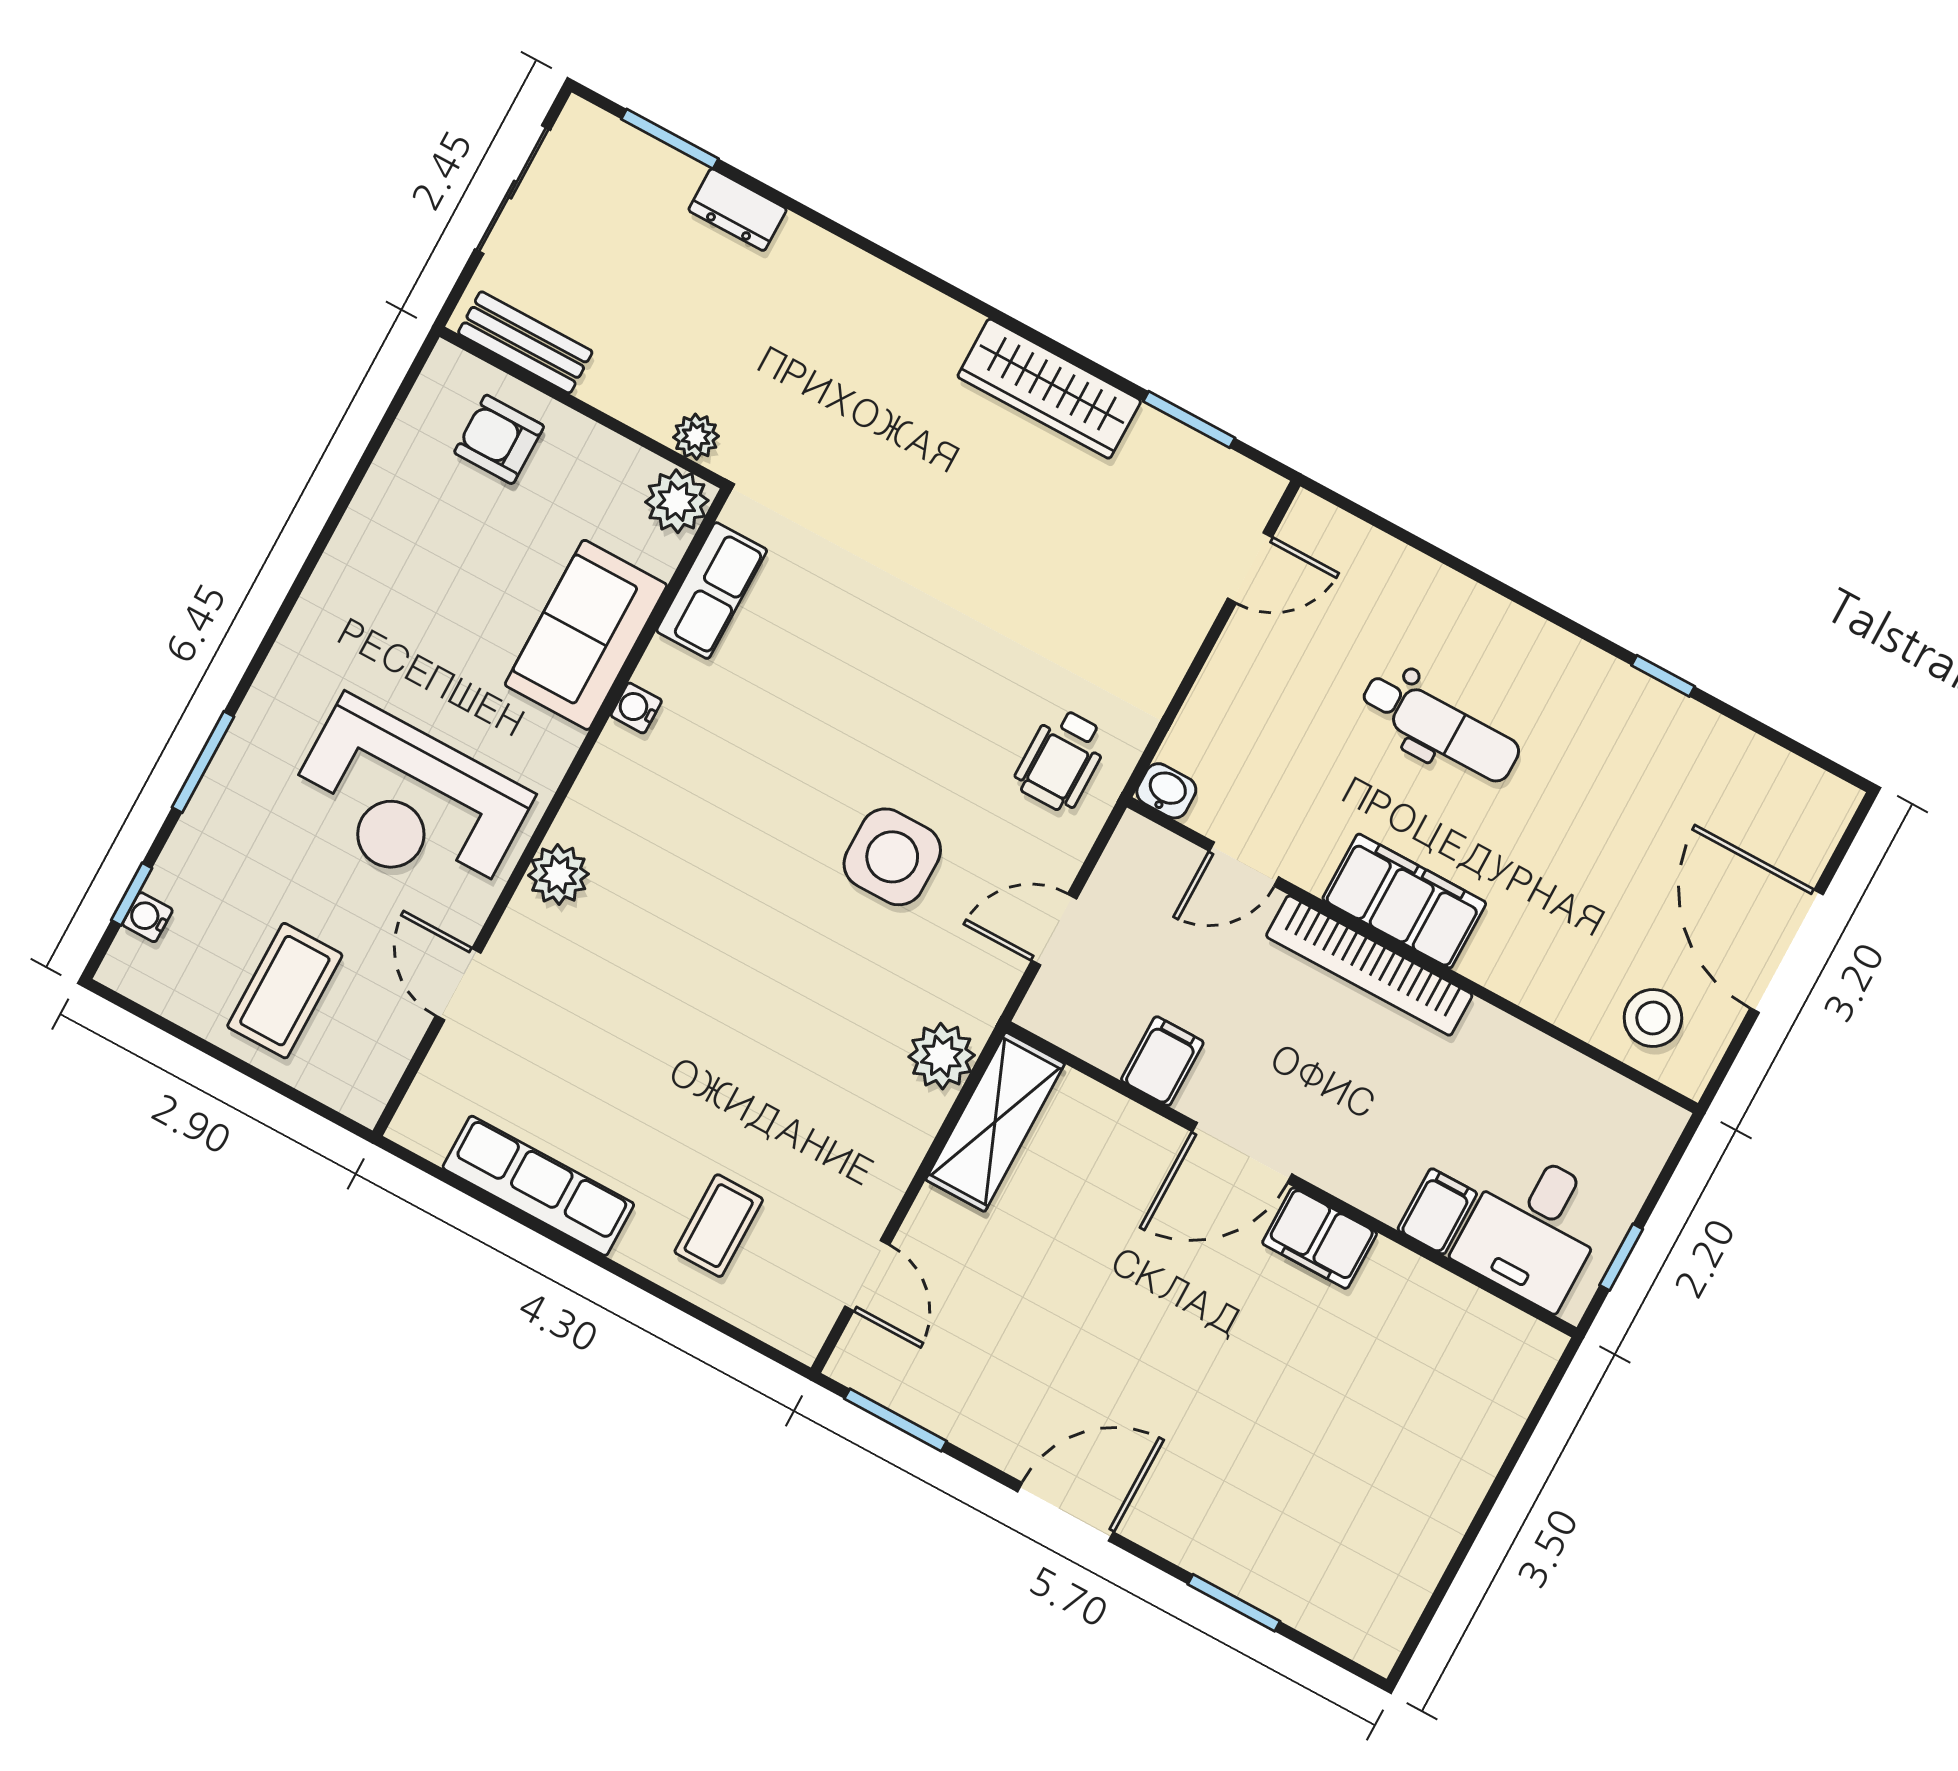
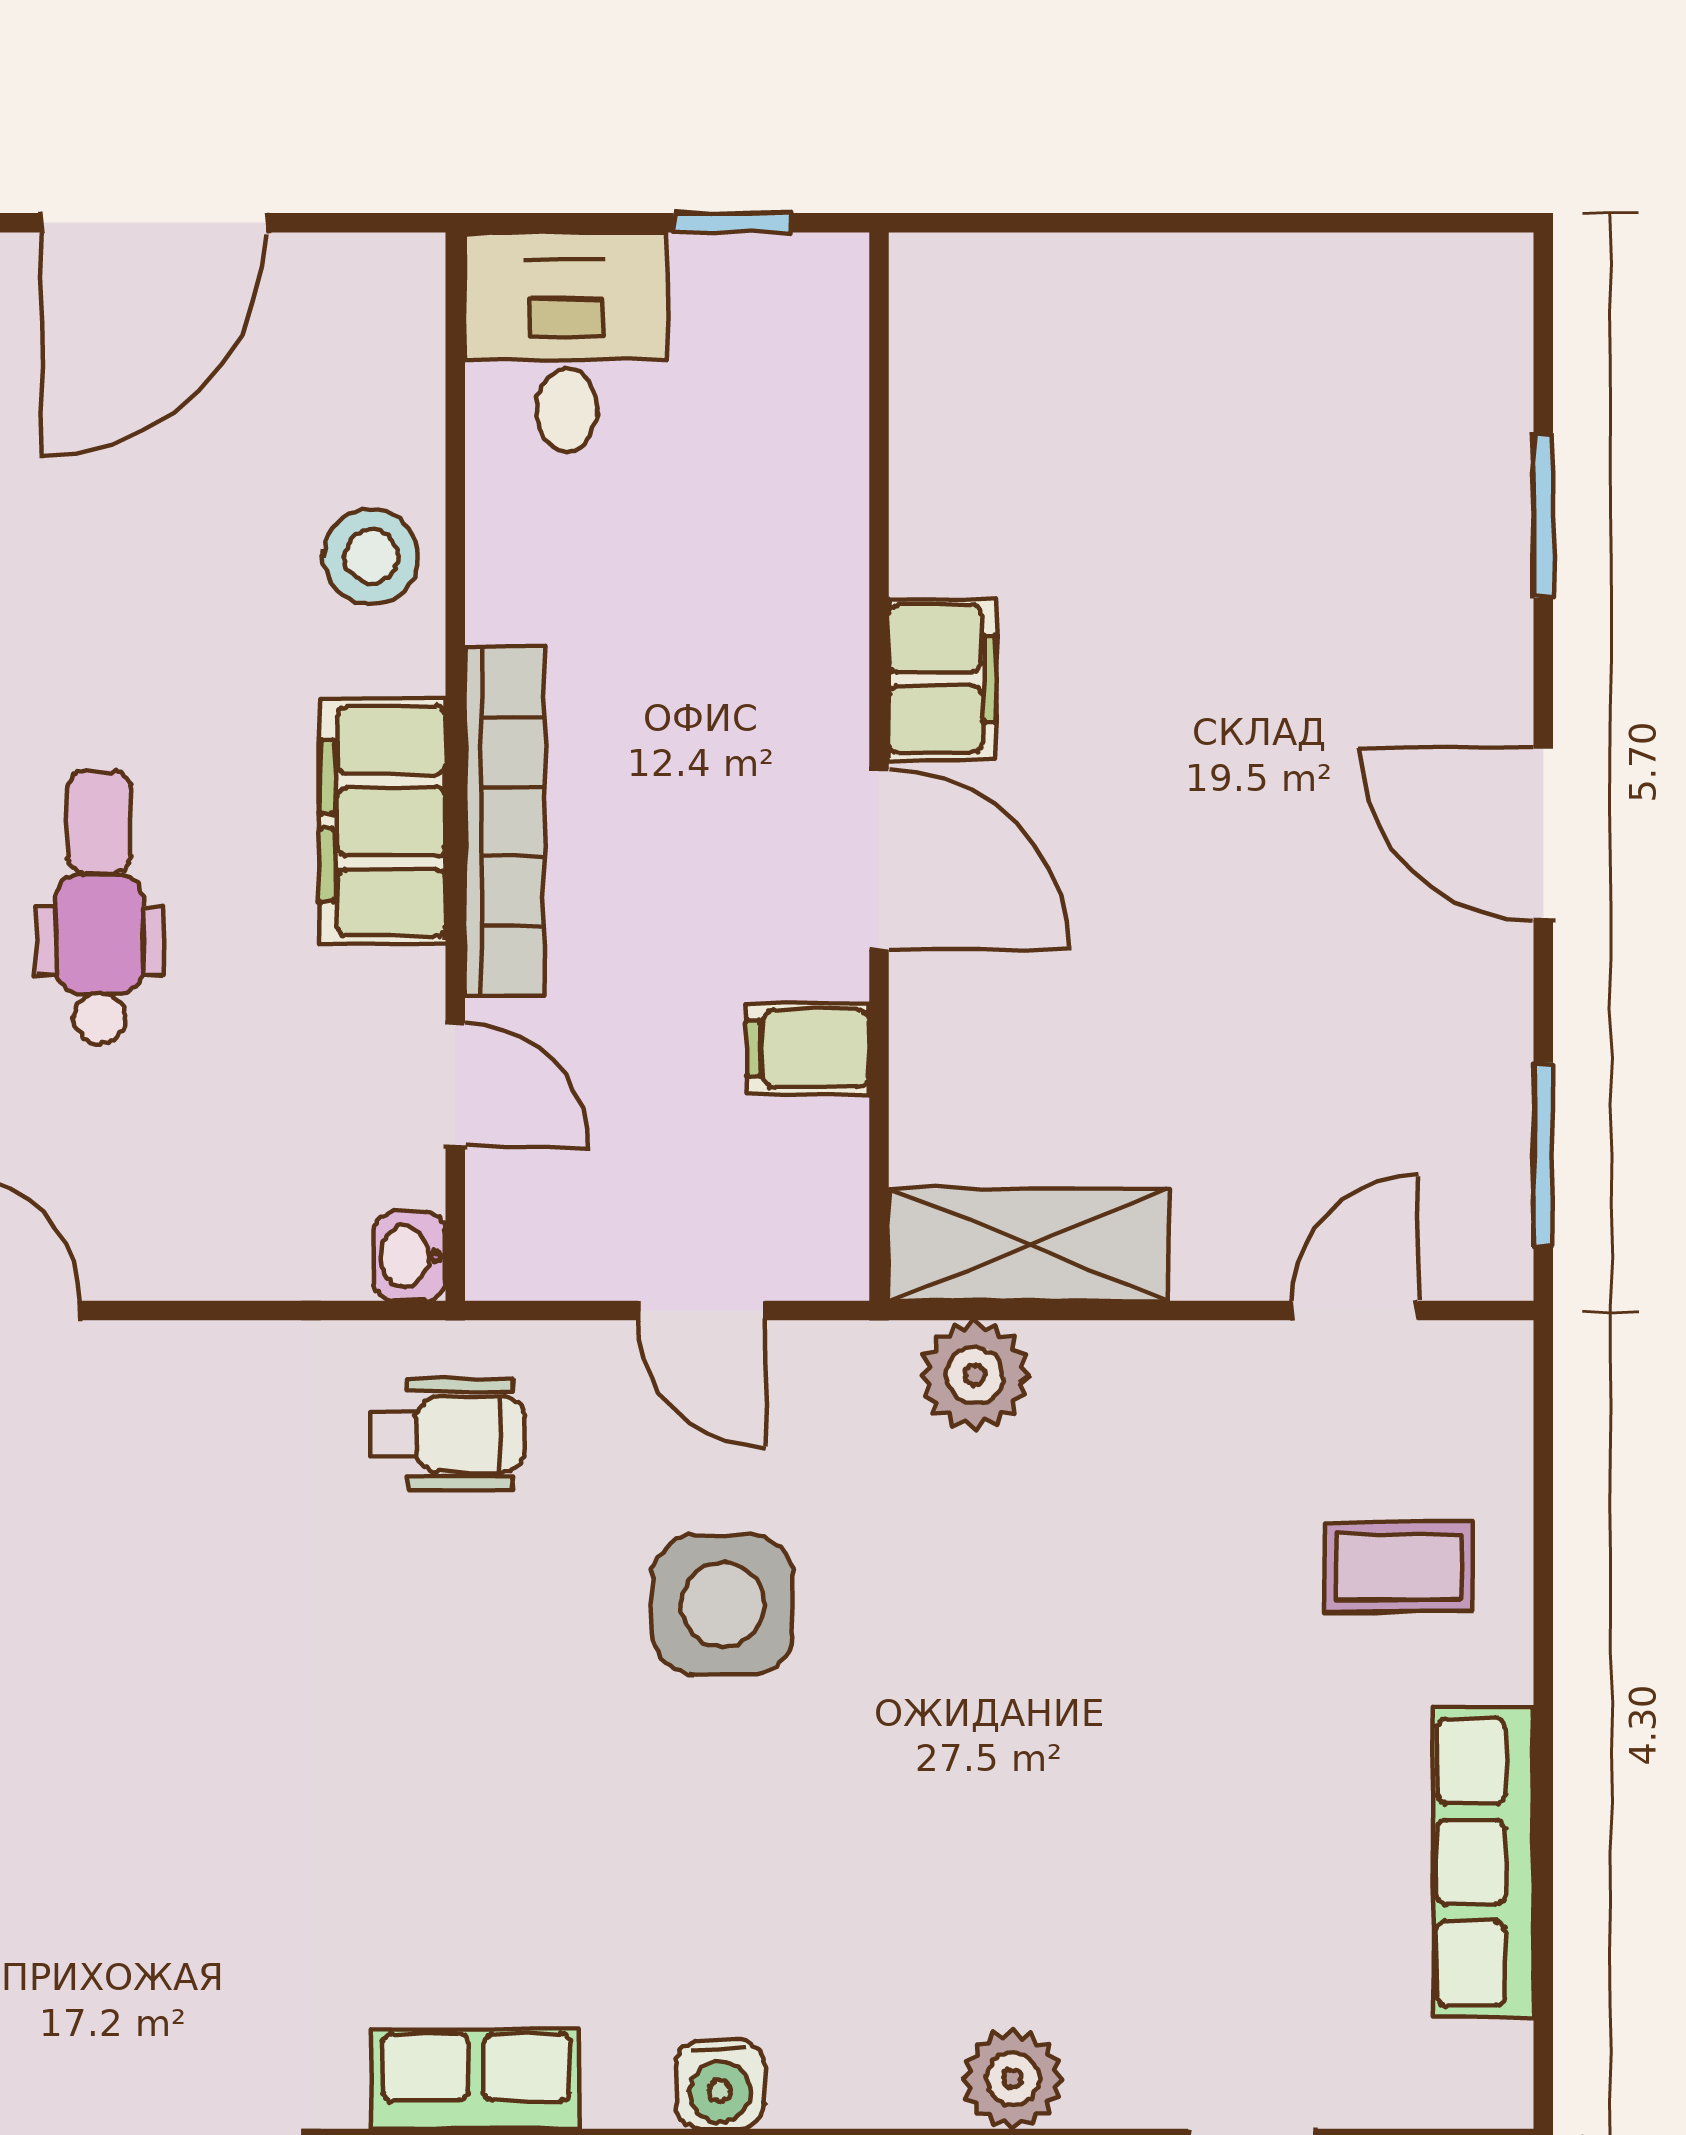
water cooler: (636, 708) -> (720, 2084), width x1.38, depth x1.38
stool: (1653, 1018) -> (371, 556), moved
filing cabinet: (1437, 1211) -> (810, 528), removed
desk: (1533, 1229) -> (567, 342), moved, turned -90

